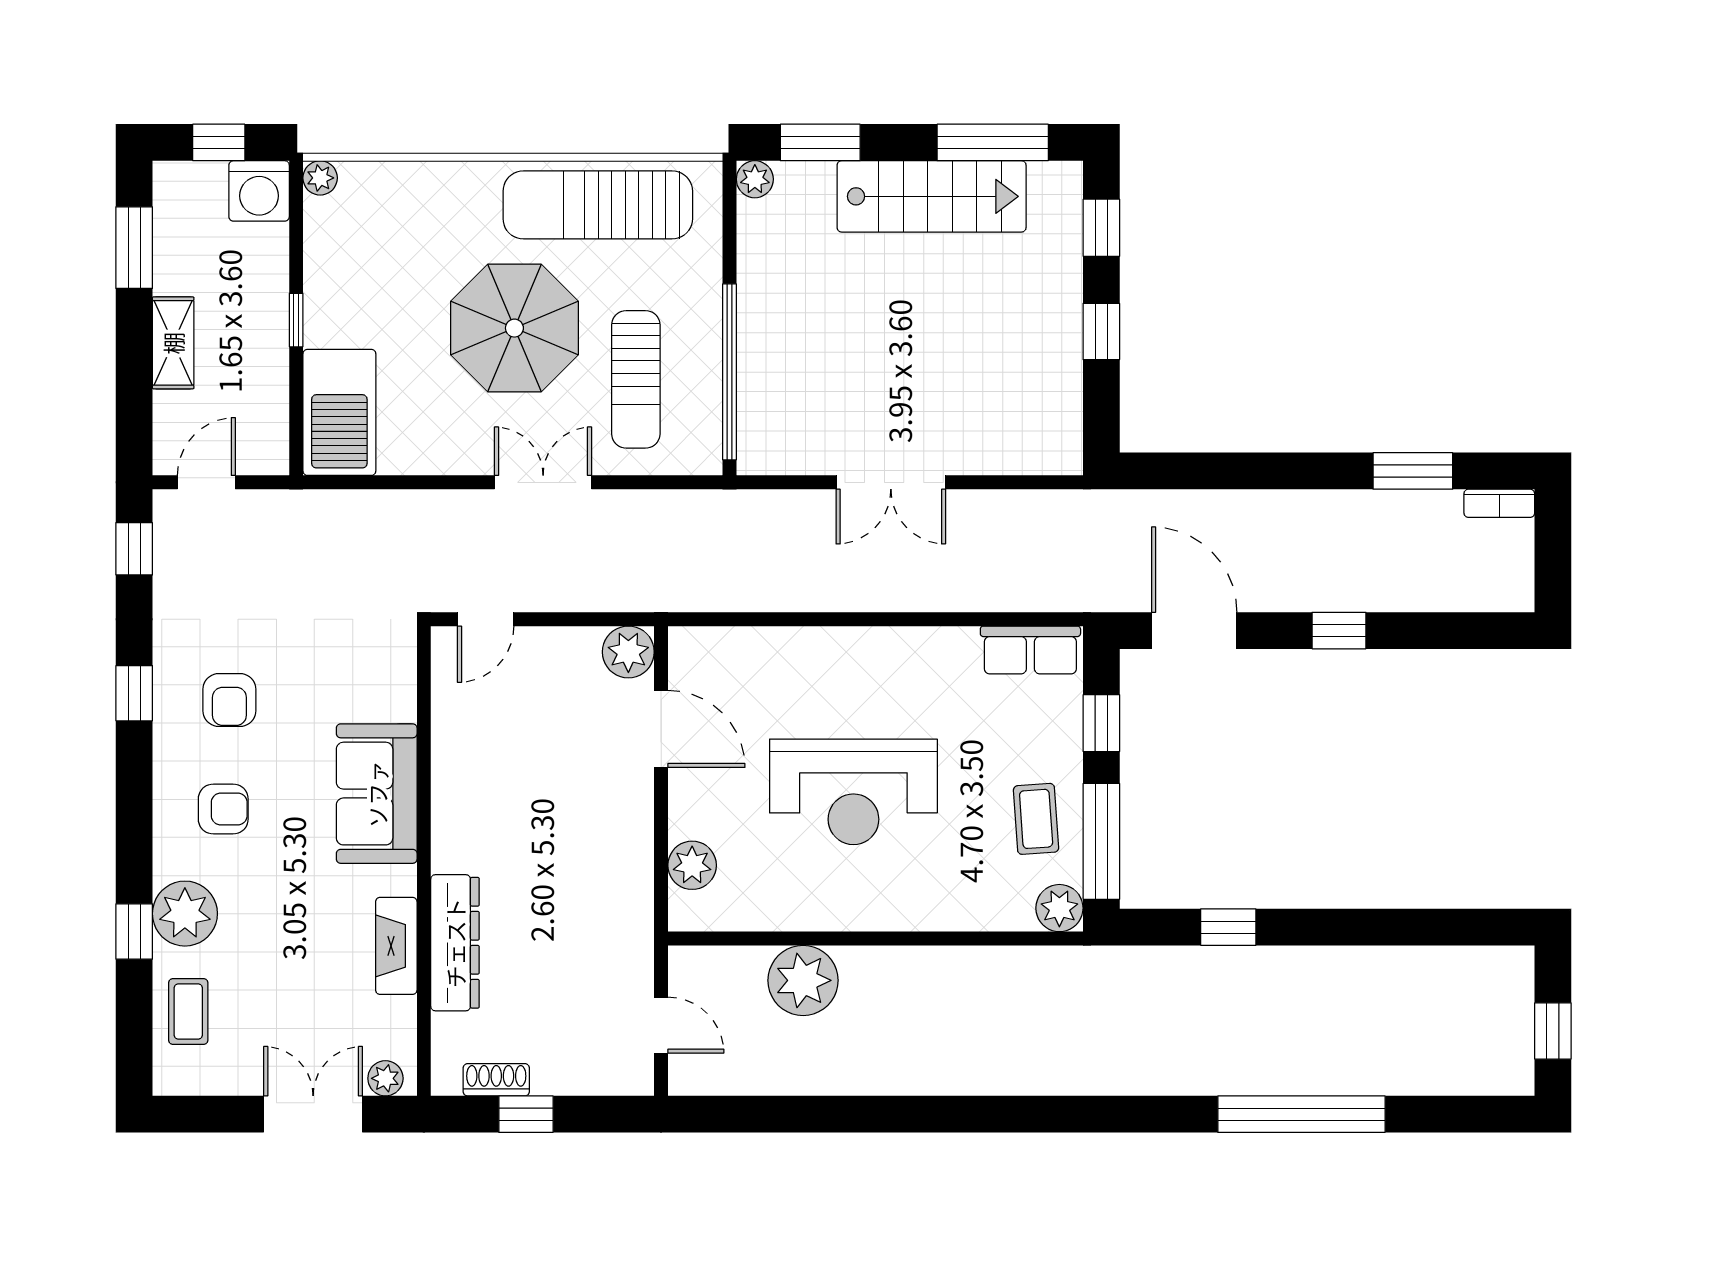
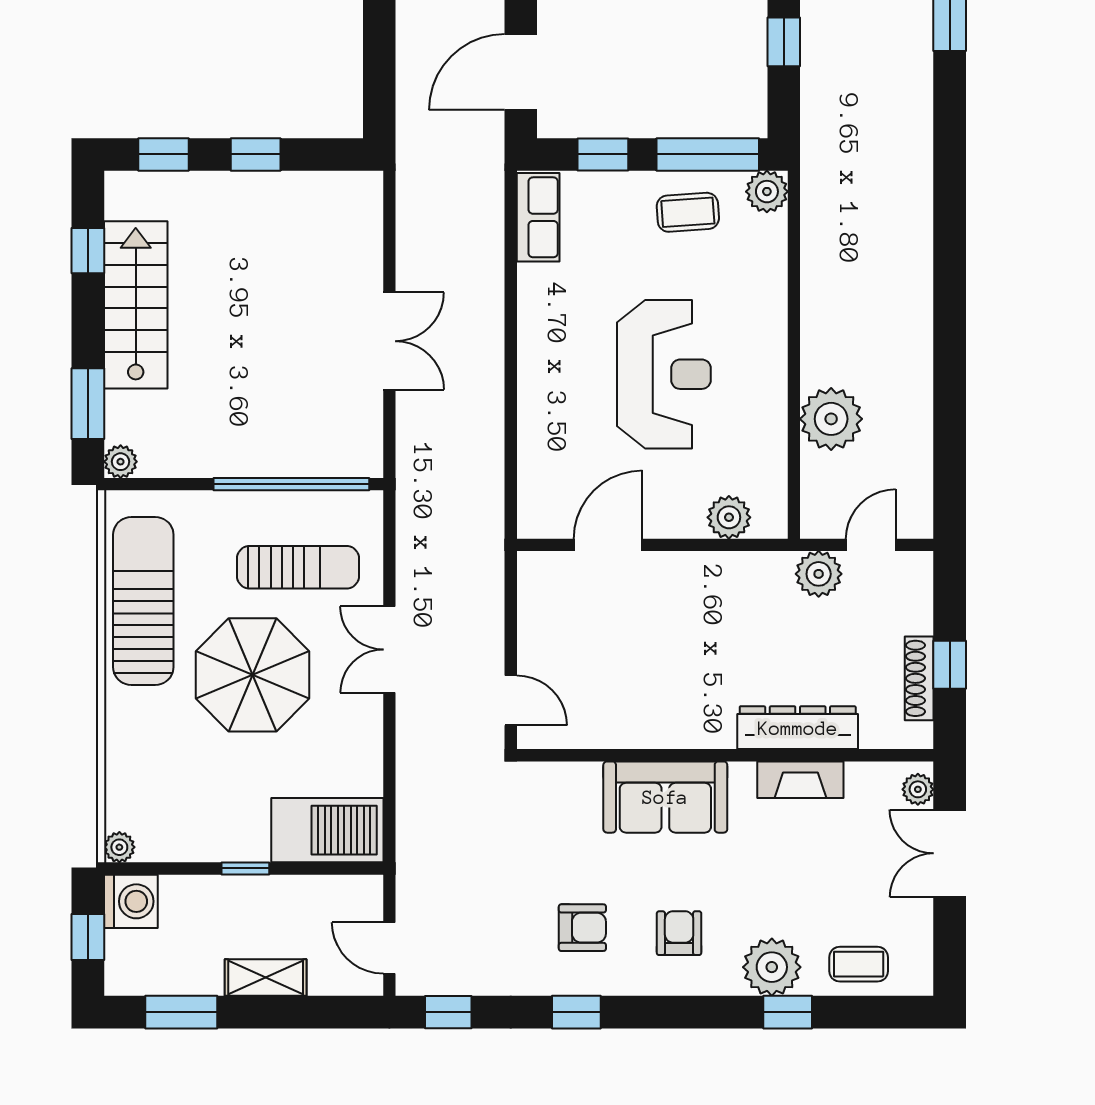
window: (993, 142) -> (88, 251), width x0.46
sun lounger: (598, 205) -> (143, 601), turned 180
plant: (628, 652) -> (819, 574), moved
shoe rack: (496, 1080) -> (919, 678), width x1.43

